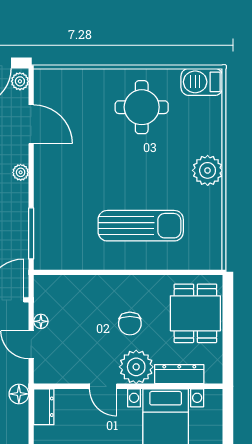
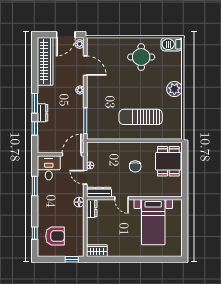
sun lounger: (141, 226) -> (141, 117), turned 180
plant: (136, 367) -> (138, 188), removed
dresser: (179, 374) -> (99, 192), moved

